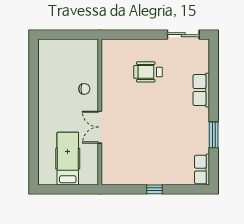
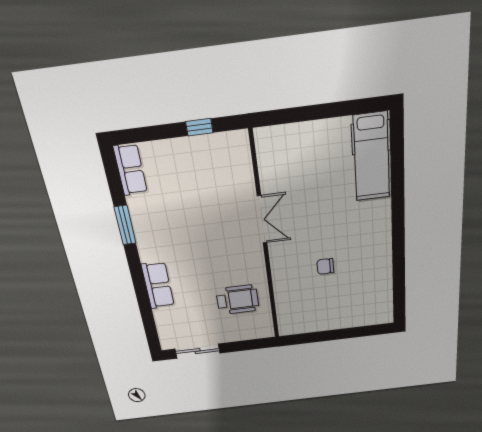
wall: (100, 112) -> (265, 241), moved
double door: (100, 127) -> (262, 220), moved
hospital bed: (68, 159) -> (372, 157), moved

